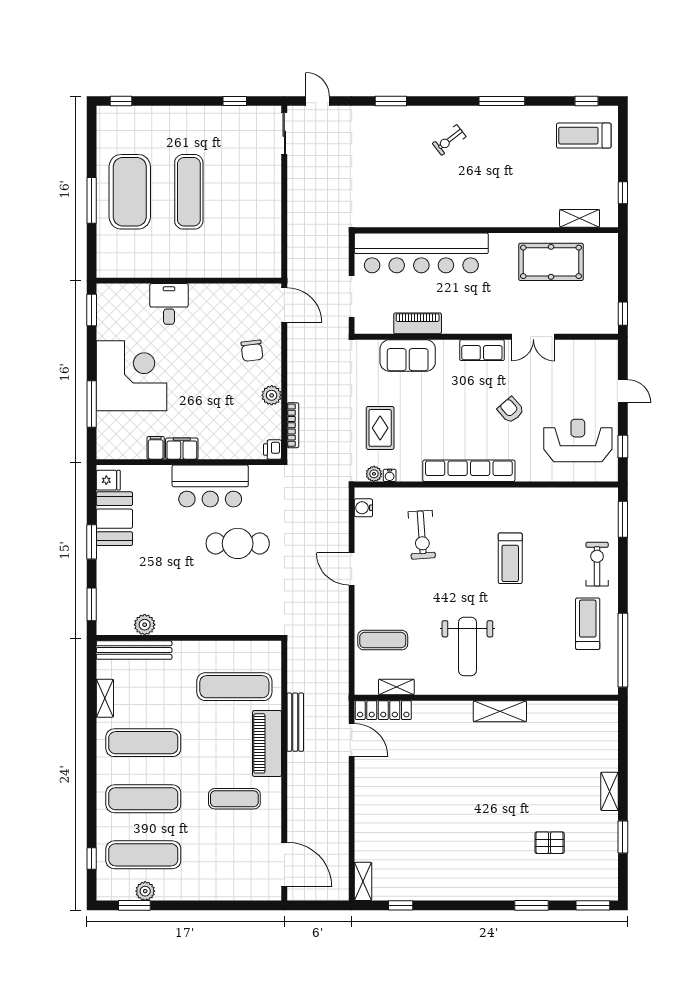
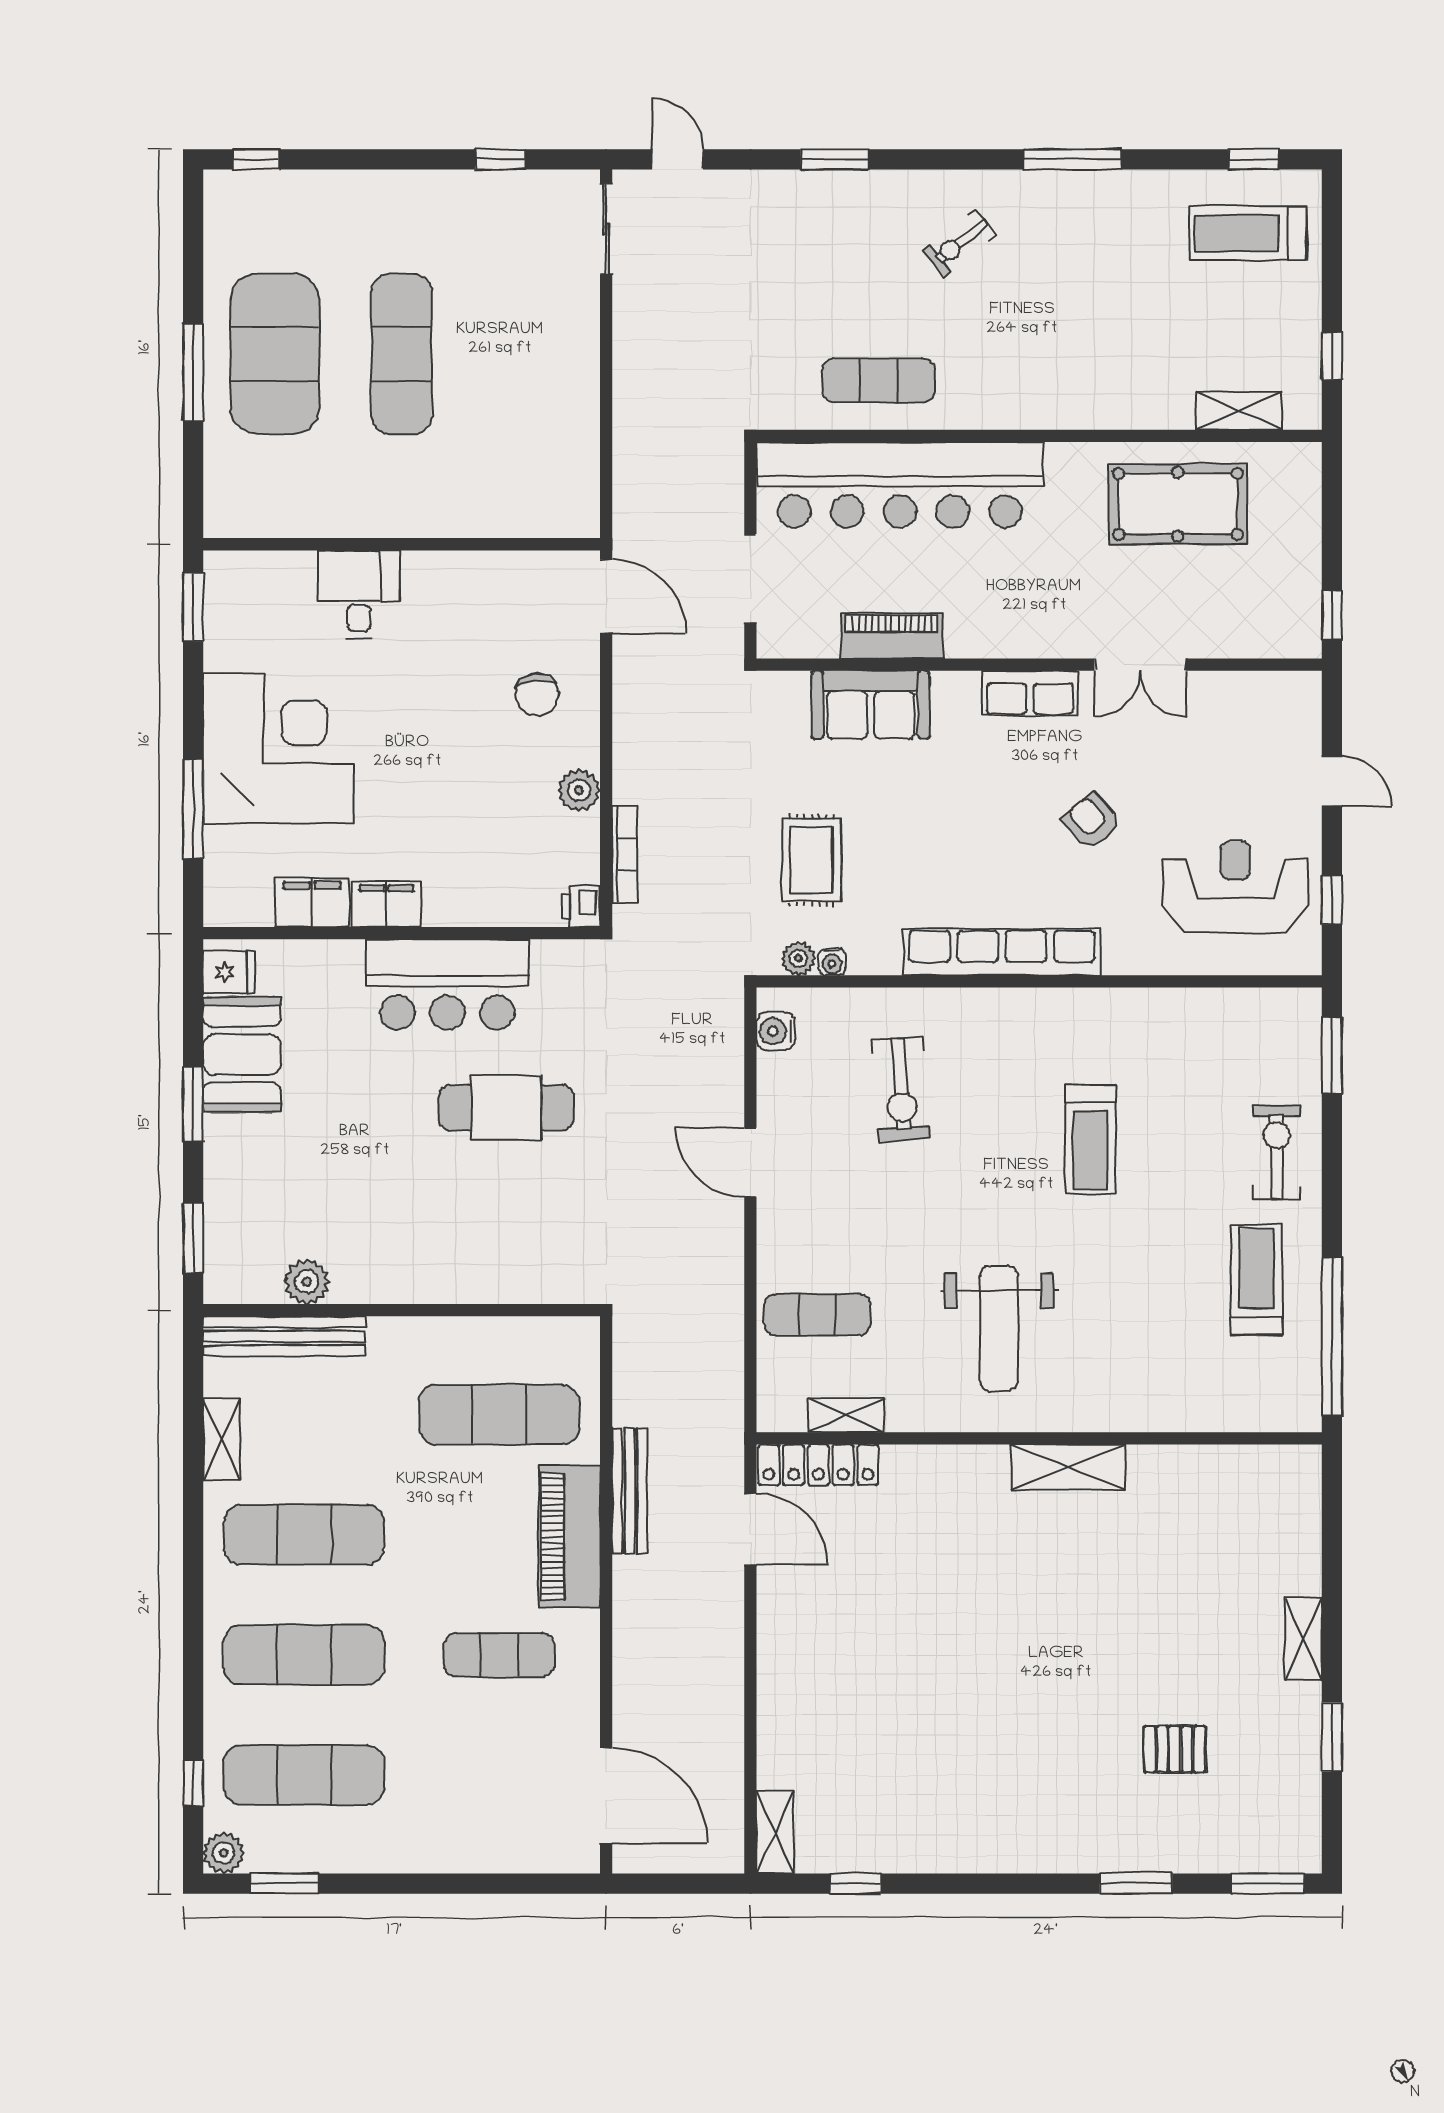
exercise mat: (411, 204) -> (879, 380), added
filing cabinet: (156, 448) -> (312, 903), width x2.00
plant: (145, 891) -> (224, 1853), moved

